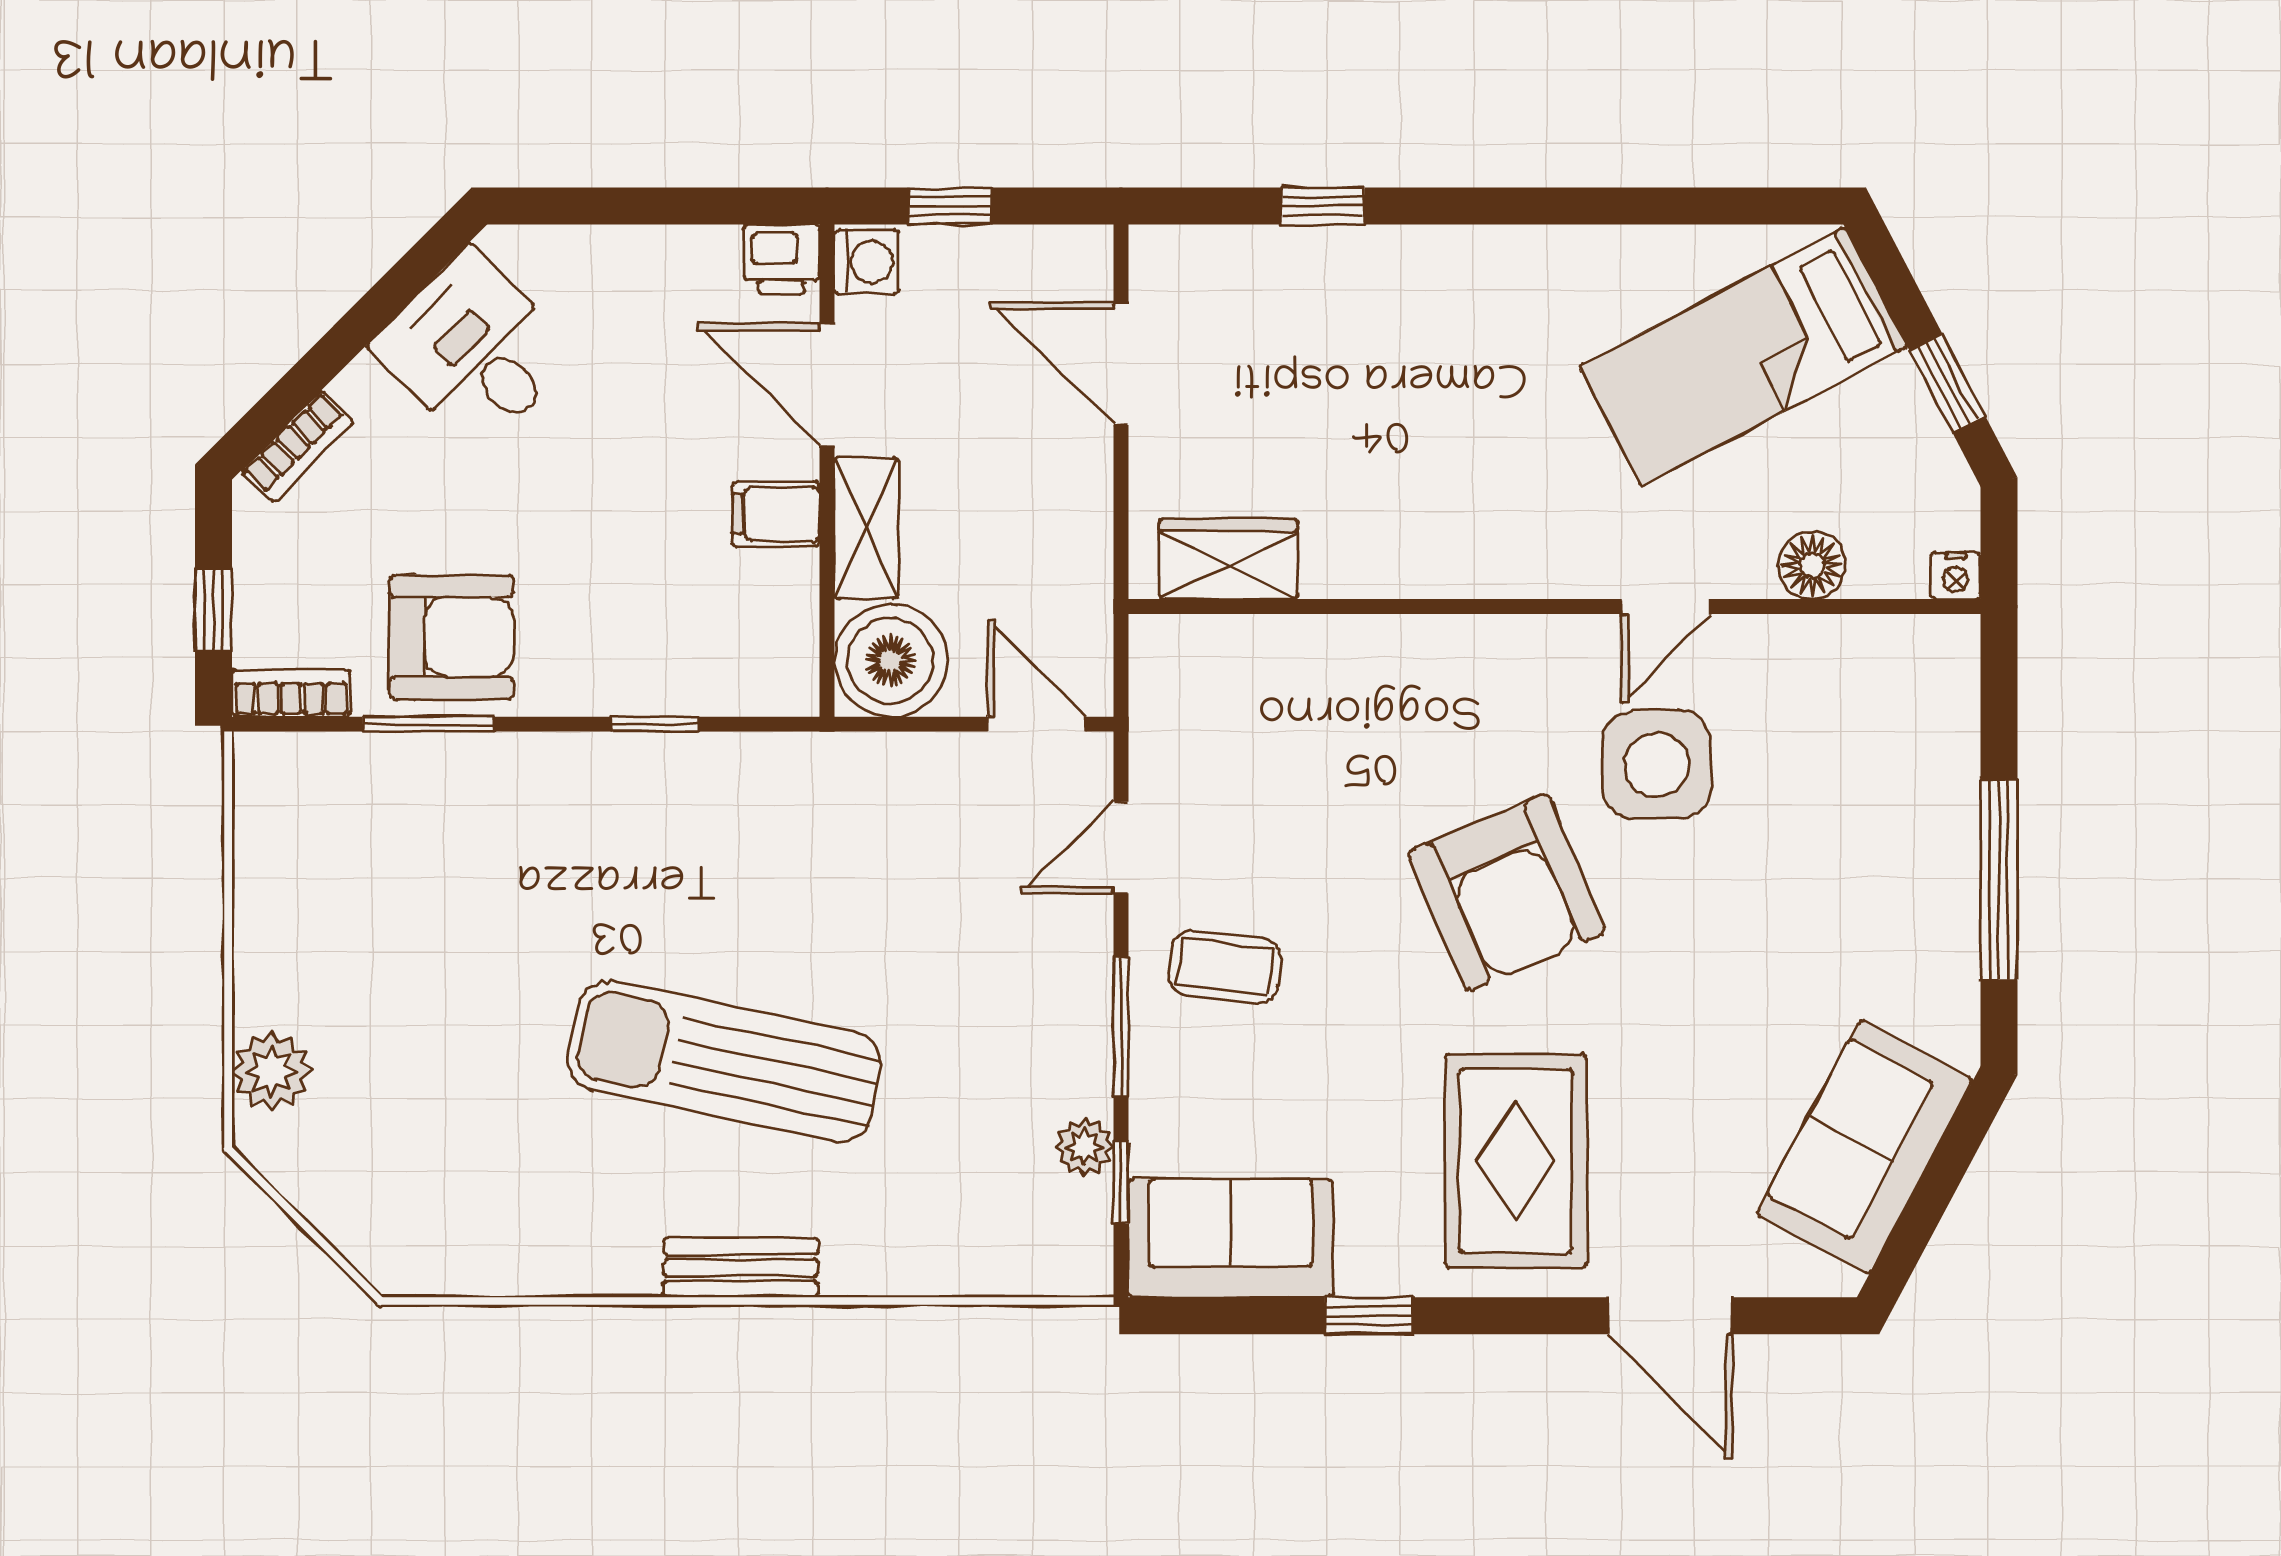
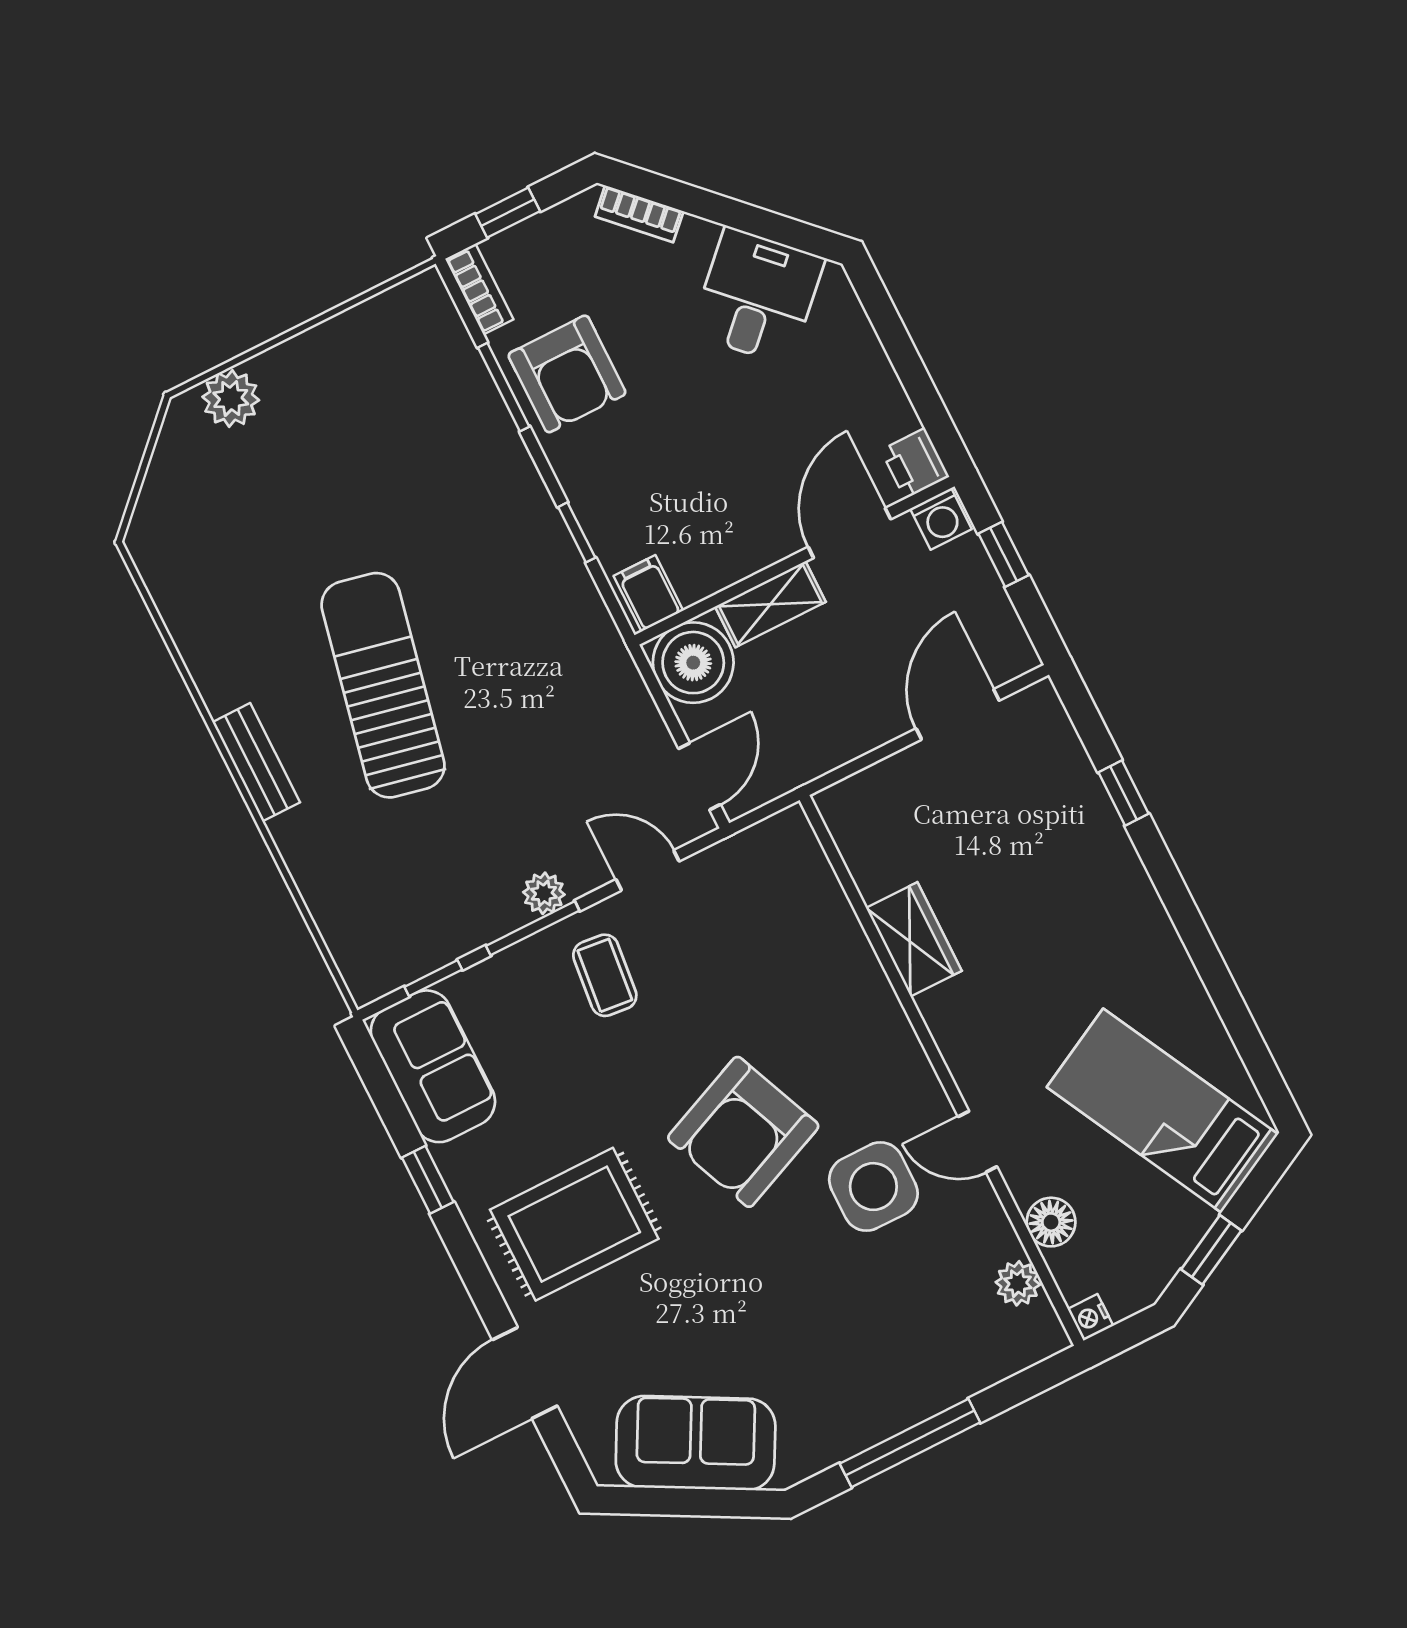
filing cabinet: (776, 514) -> (648, 593), moved
wardrobe: (1228, 559) -> (914, 939), moved
plant: (1868, 645) -> (1018, 1283), added
plant: (1084, 1147) -> (544, 893), moved

